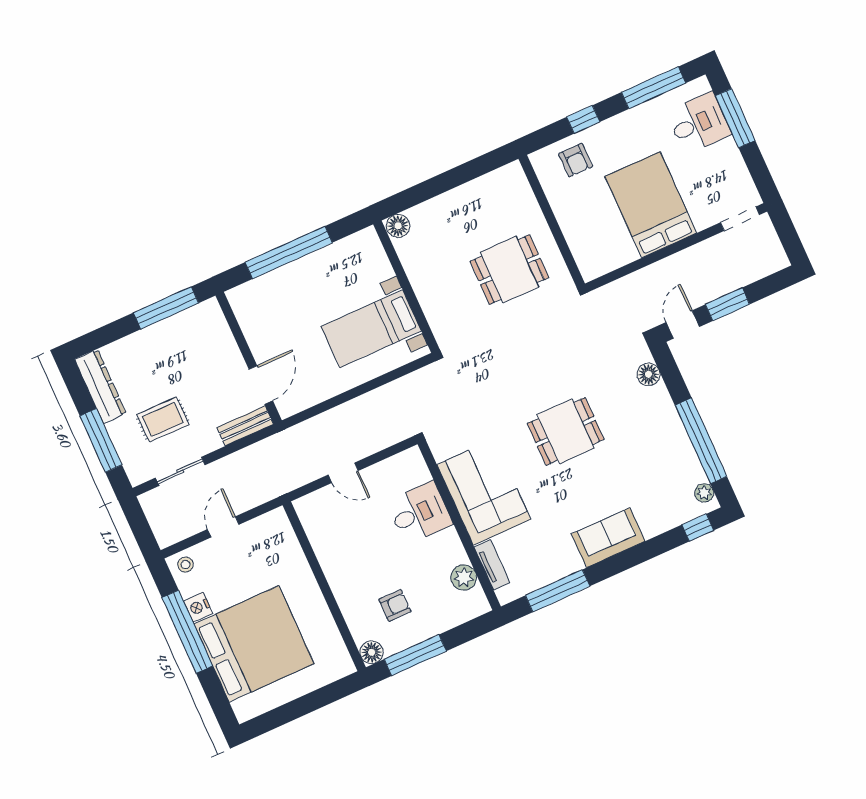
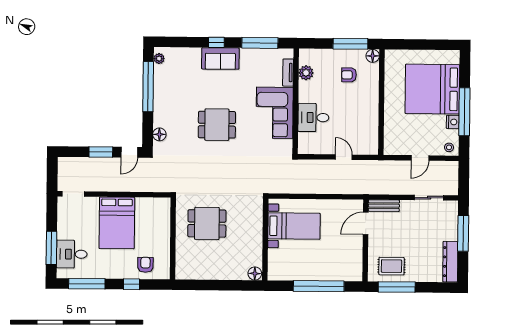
rug: (163, 419) -> (391, 266), moved
window: (698, 528) -> (216, 42), moved

